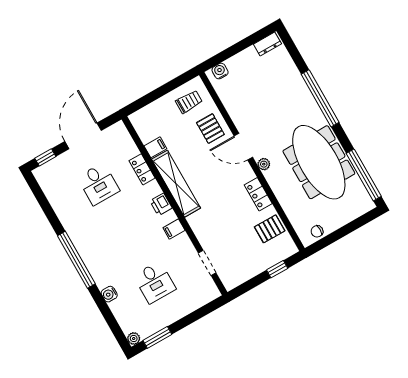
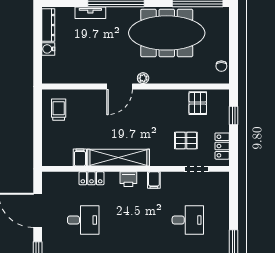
dresser: (267, 44) -> (48, 25), width x1.44
water cooler: (220, 71) -> (48, 49), moved
tv unit: (297, 80) -> (90, 13), added
pallet: (210, 129) -> (186, 140), moved
locker: (258, 194) -> (222, 146), moved, turned 90

